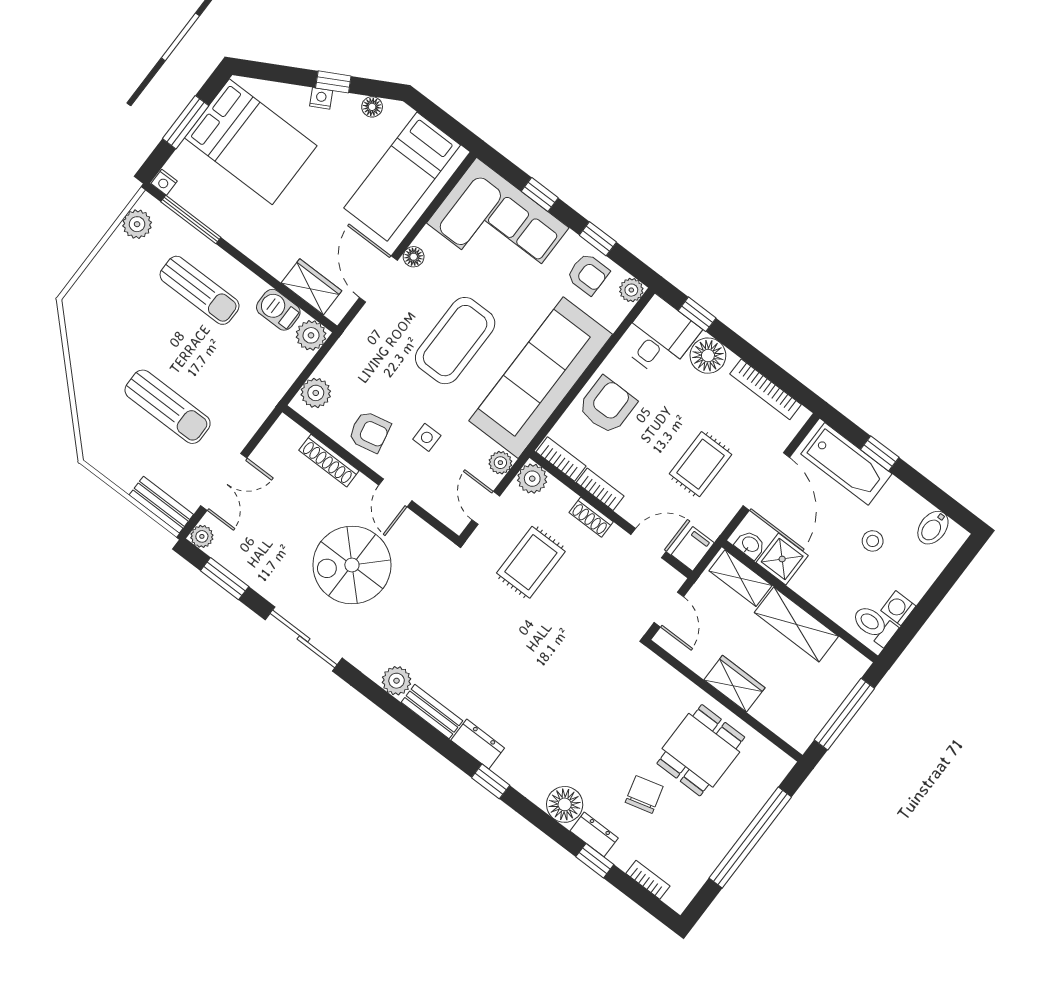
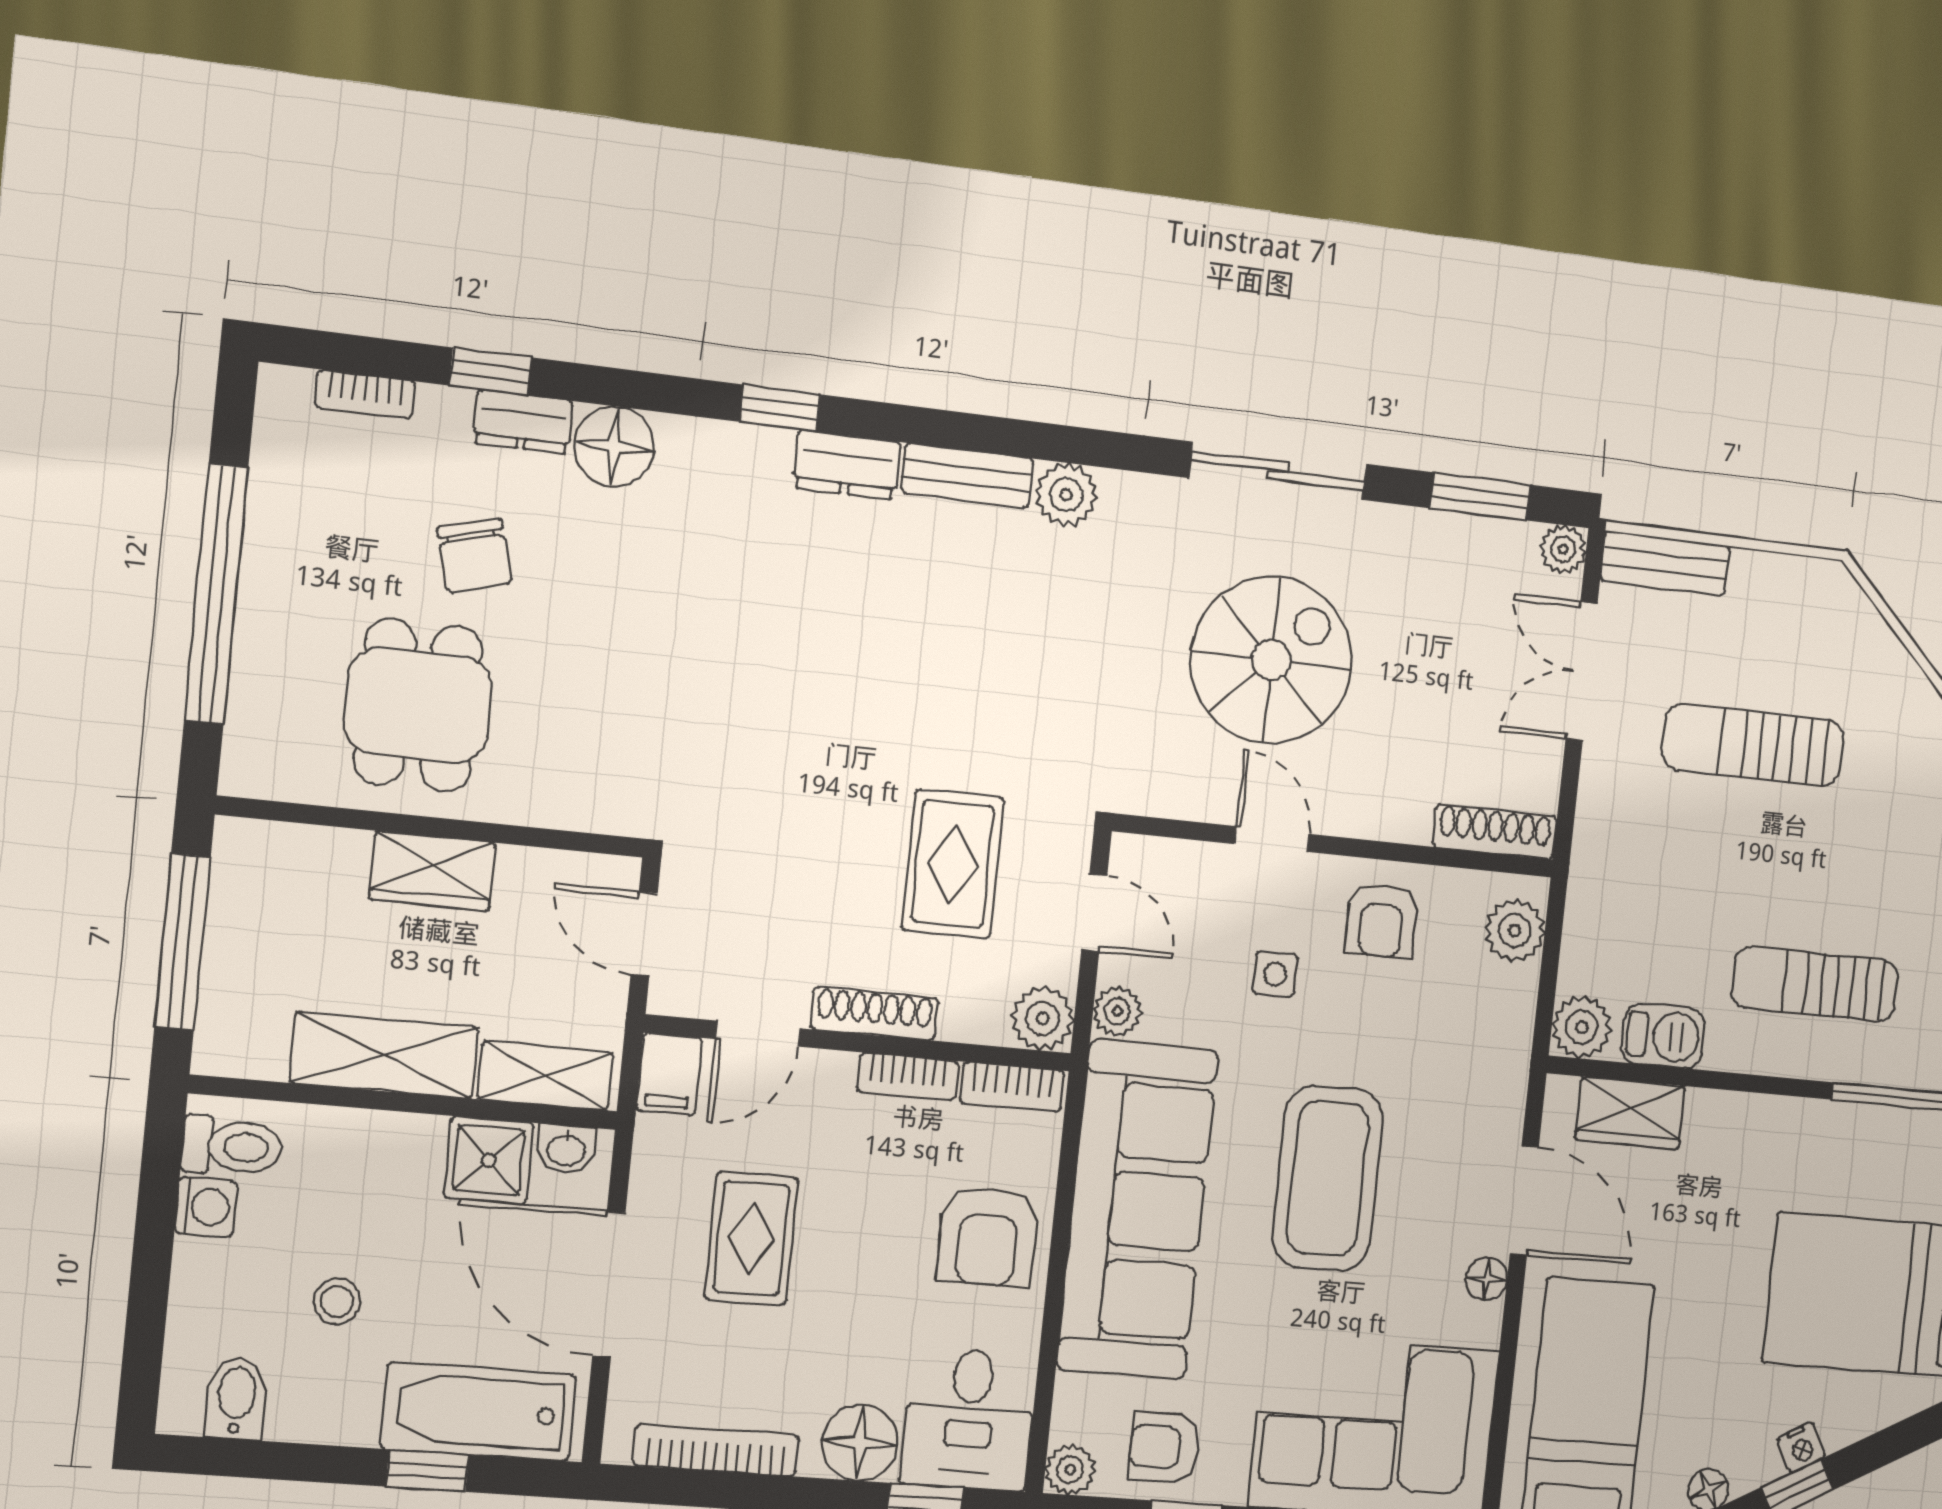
armchair: (369, 432) -> (1381, 921), turned -78
shoe rack: (329, 461) -> (1495, 832), moved
shoe rack: (591, 517) -> (874, 1014), width x1.43

